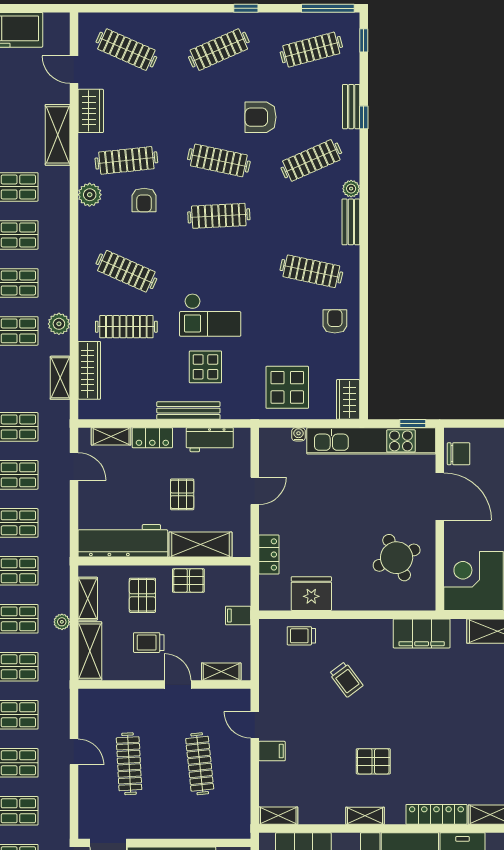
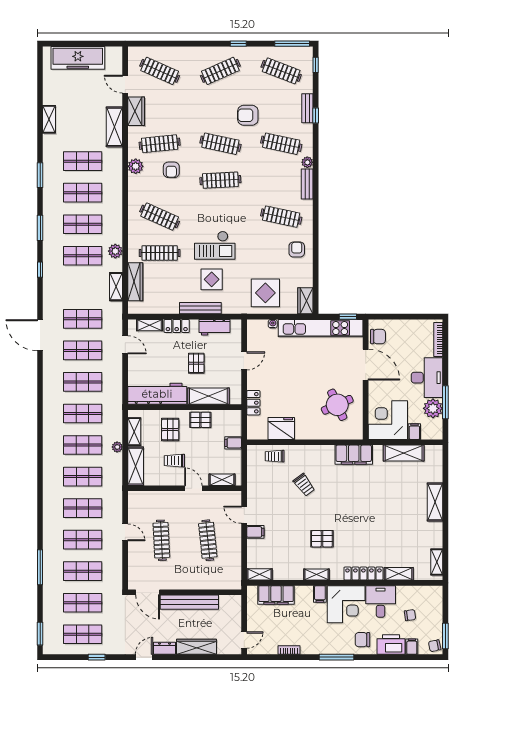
clothes rail: (311, 50) -> (281, 71), turned 36
clothes rail: (311, 160) -> (281, 144), turned 36

